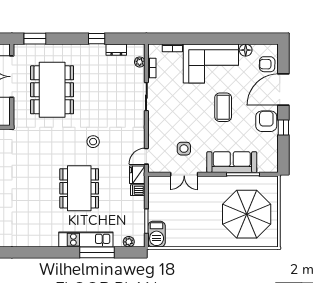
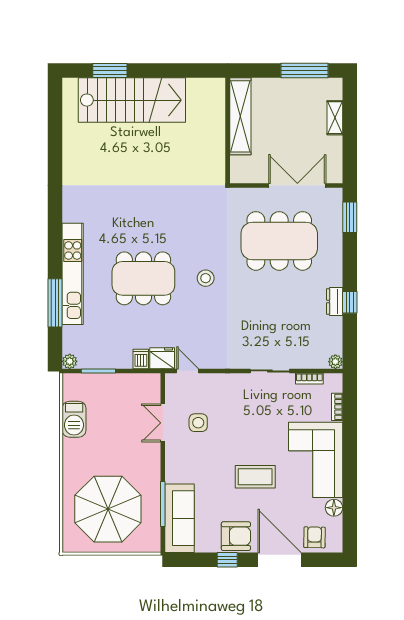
dresser: (116, 50) -> (335, 301), moved
plant: (140, 62) -> (335, 362), moved
stool: (93, 142) -> (206, 278), moved
sofa: (232, 162) -> (180, 518), moved
barbecue: (157, 234) -> (74, 419), moved, turned -90
kitchen unit: (86, 240) -> (73, 274), width x1.36
plant: (129, 242) -> (70, 361), moved

